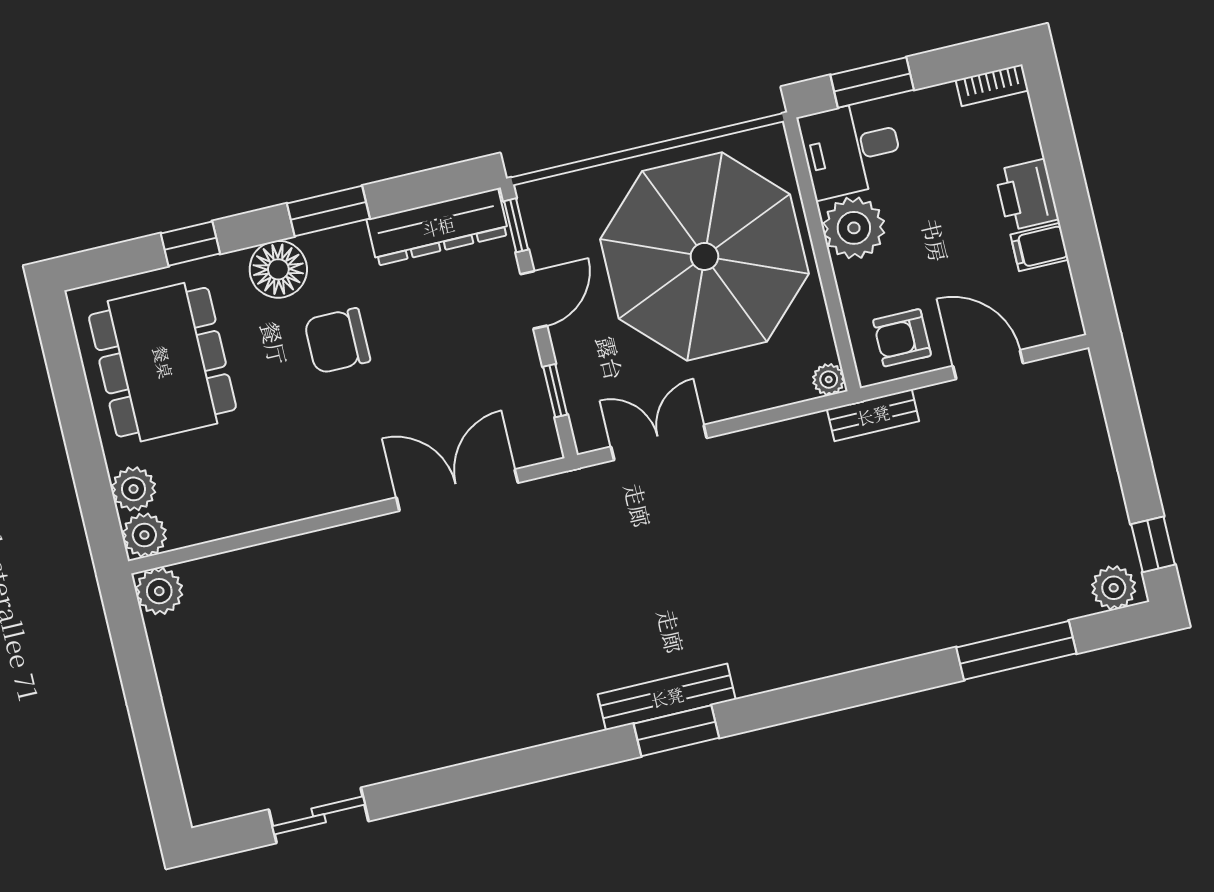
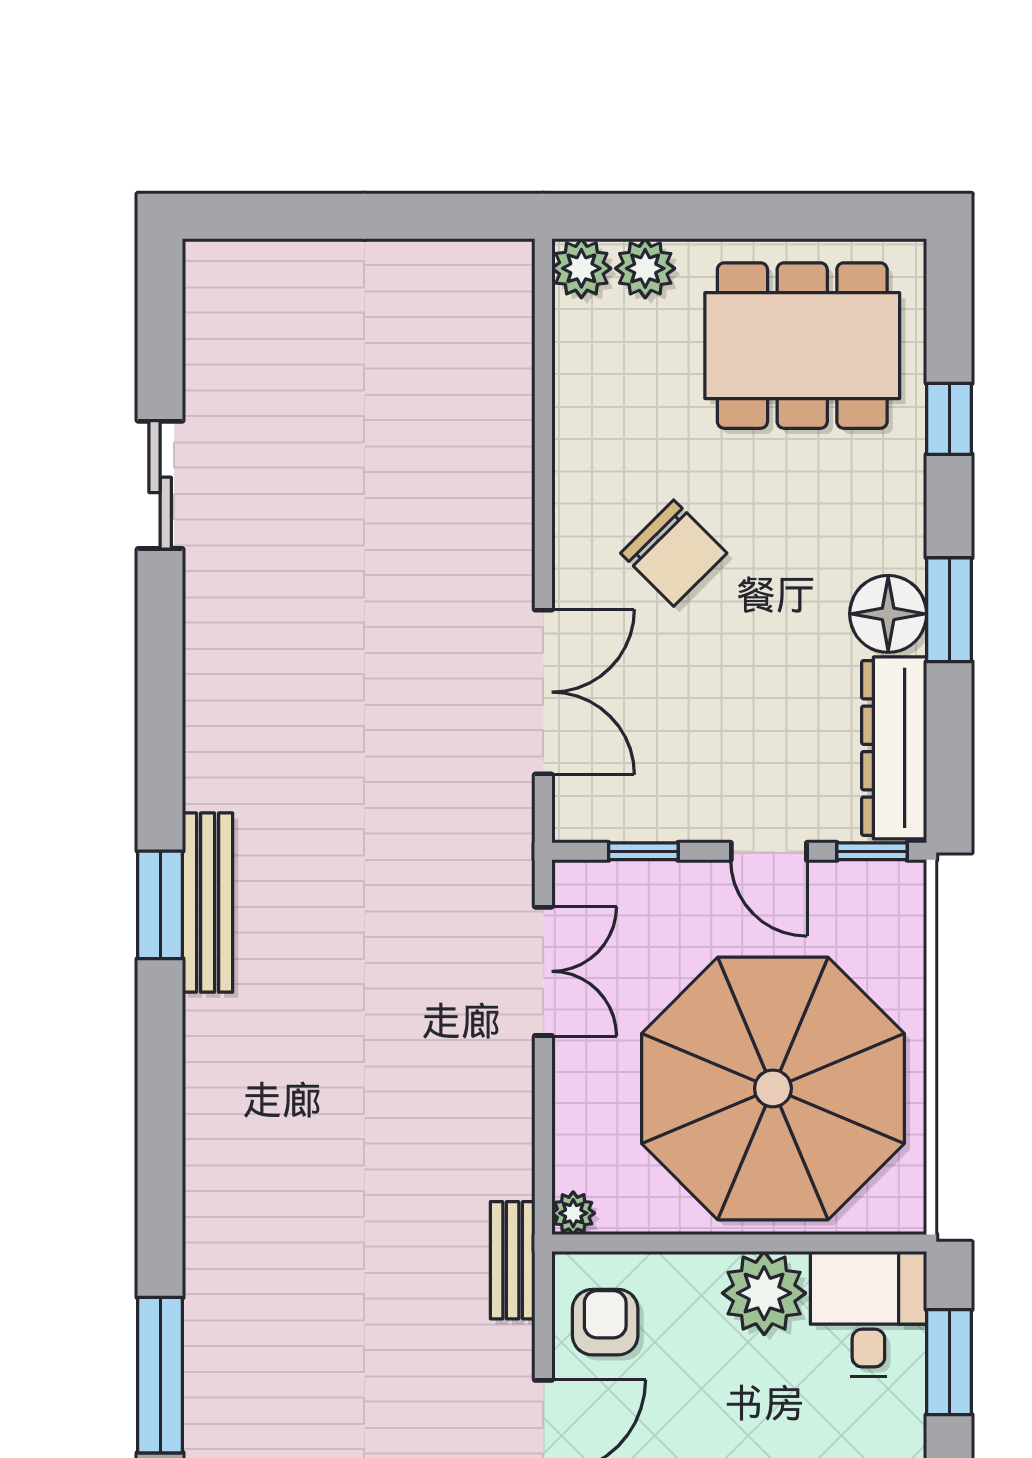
floor lamp: (278, 269) -> (888, 614), moved
chair: (337, 341) -> (674, 553), moved, turned 135
plant: (159, 591) -> (503, 270), removed
sliding door: (319, 815) -> (160, 485), moved

